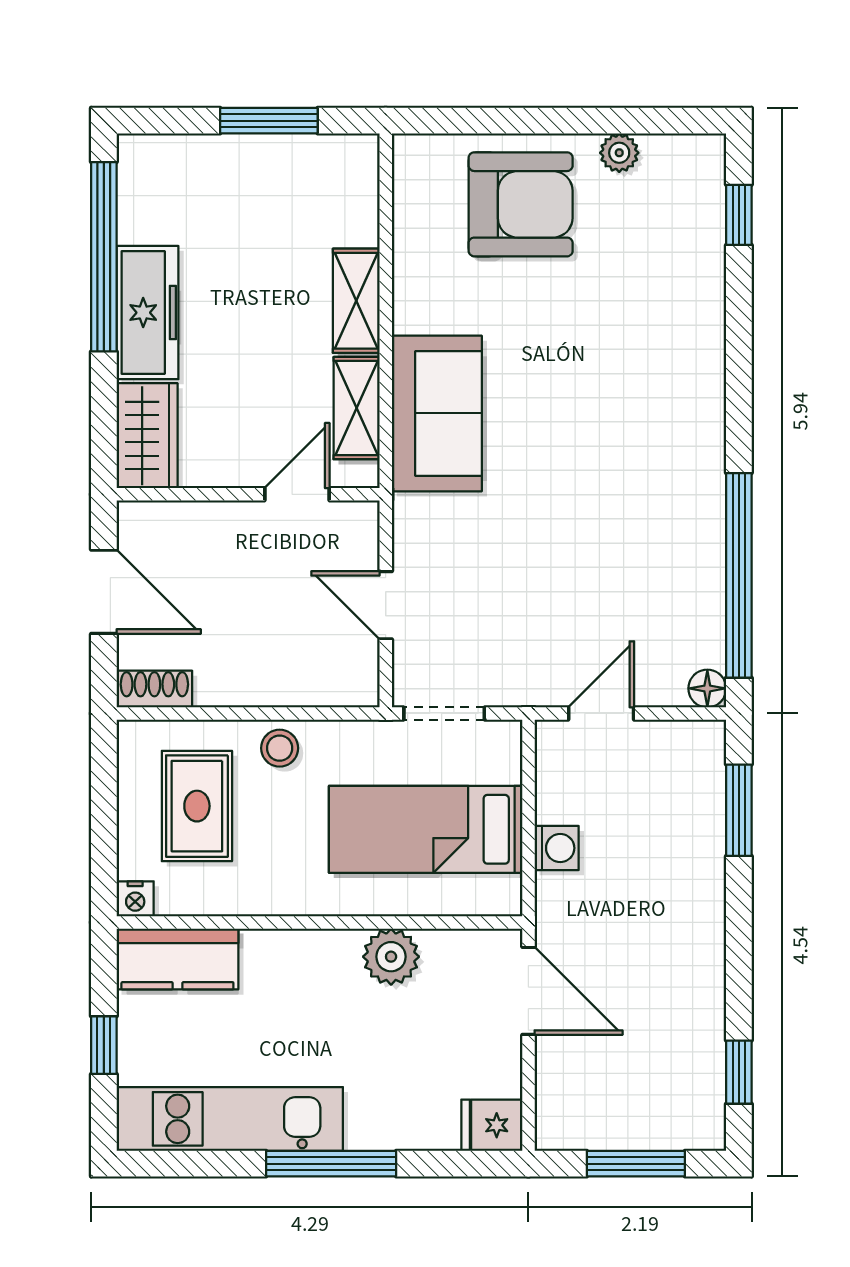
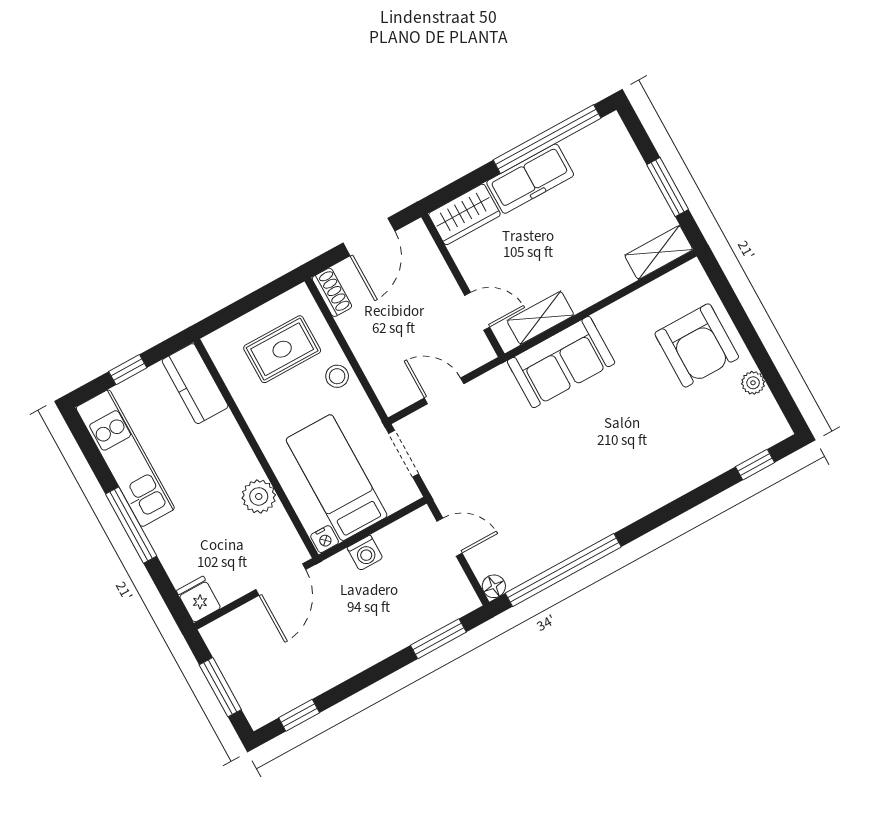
shelving: (356, 301) -> (659, 252), moved
door: (386, 605) -> (444, 391), hinge flipped
nightstand: (135, 899) -> (325, 539), moved, turned -90

